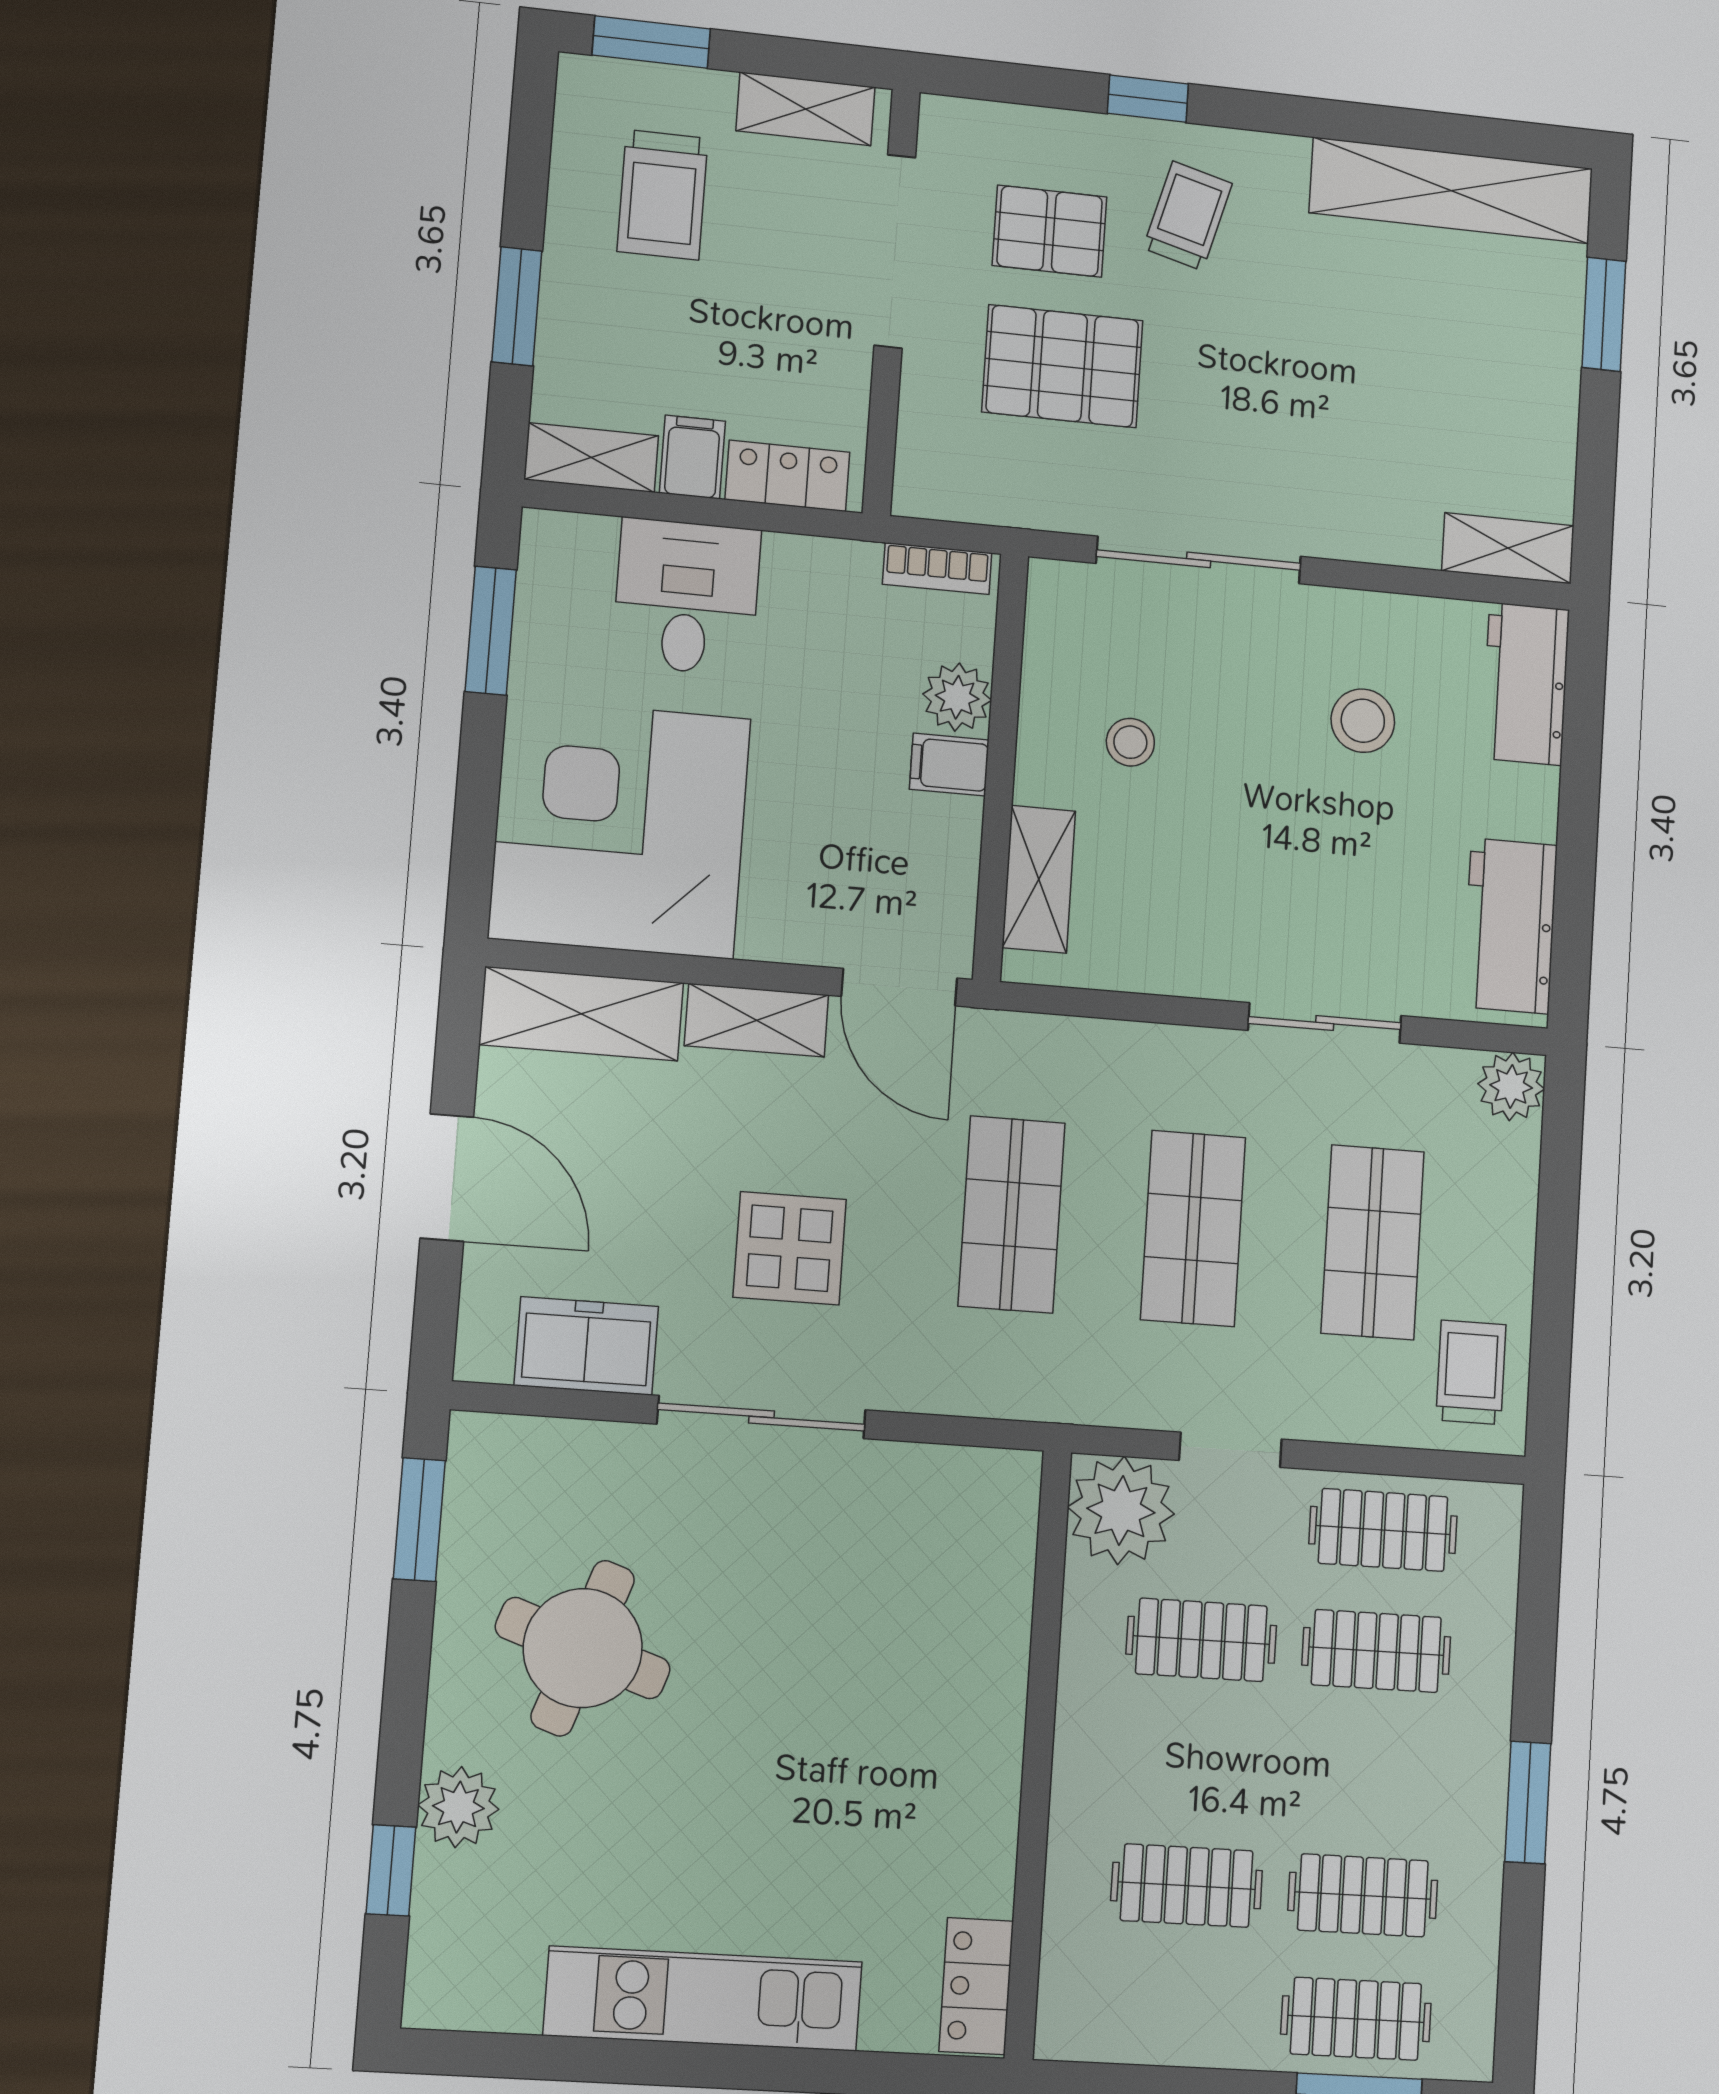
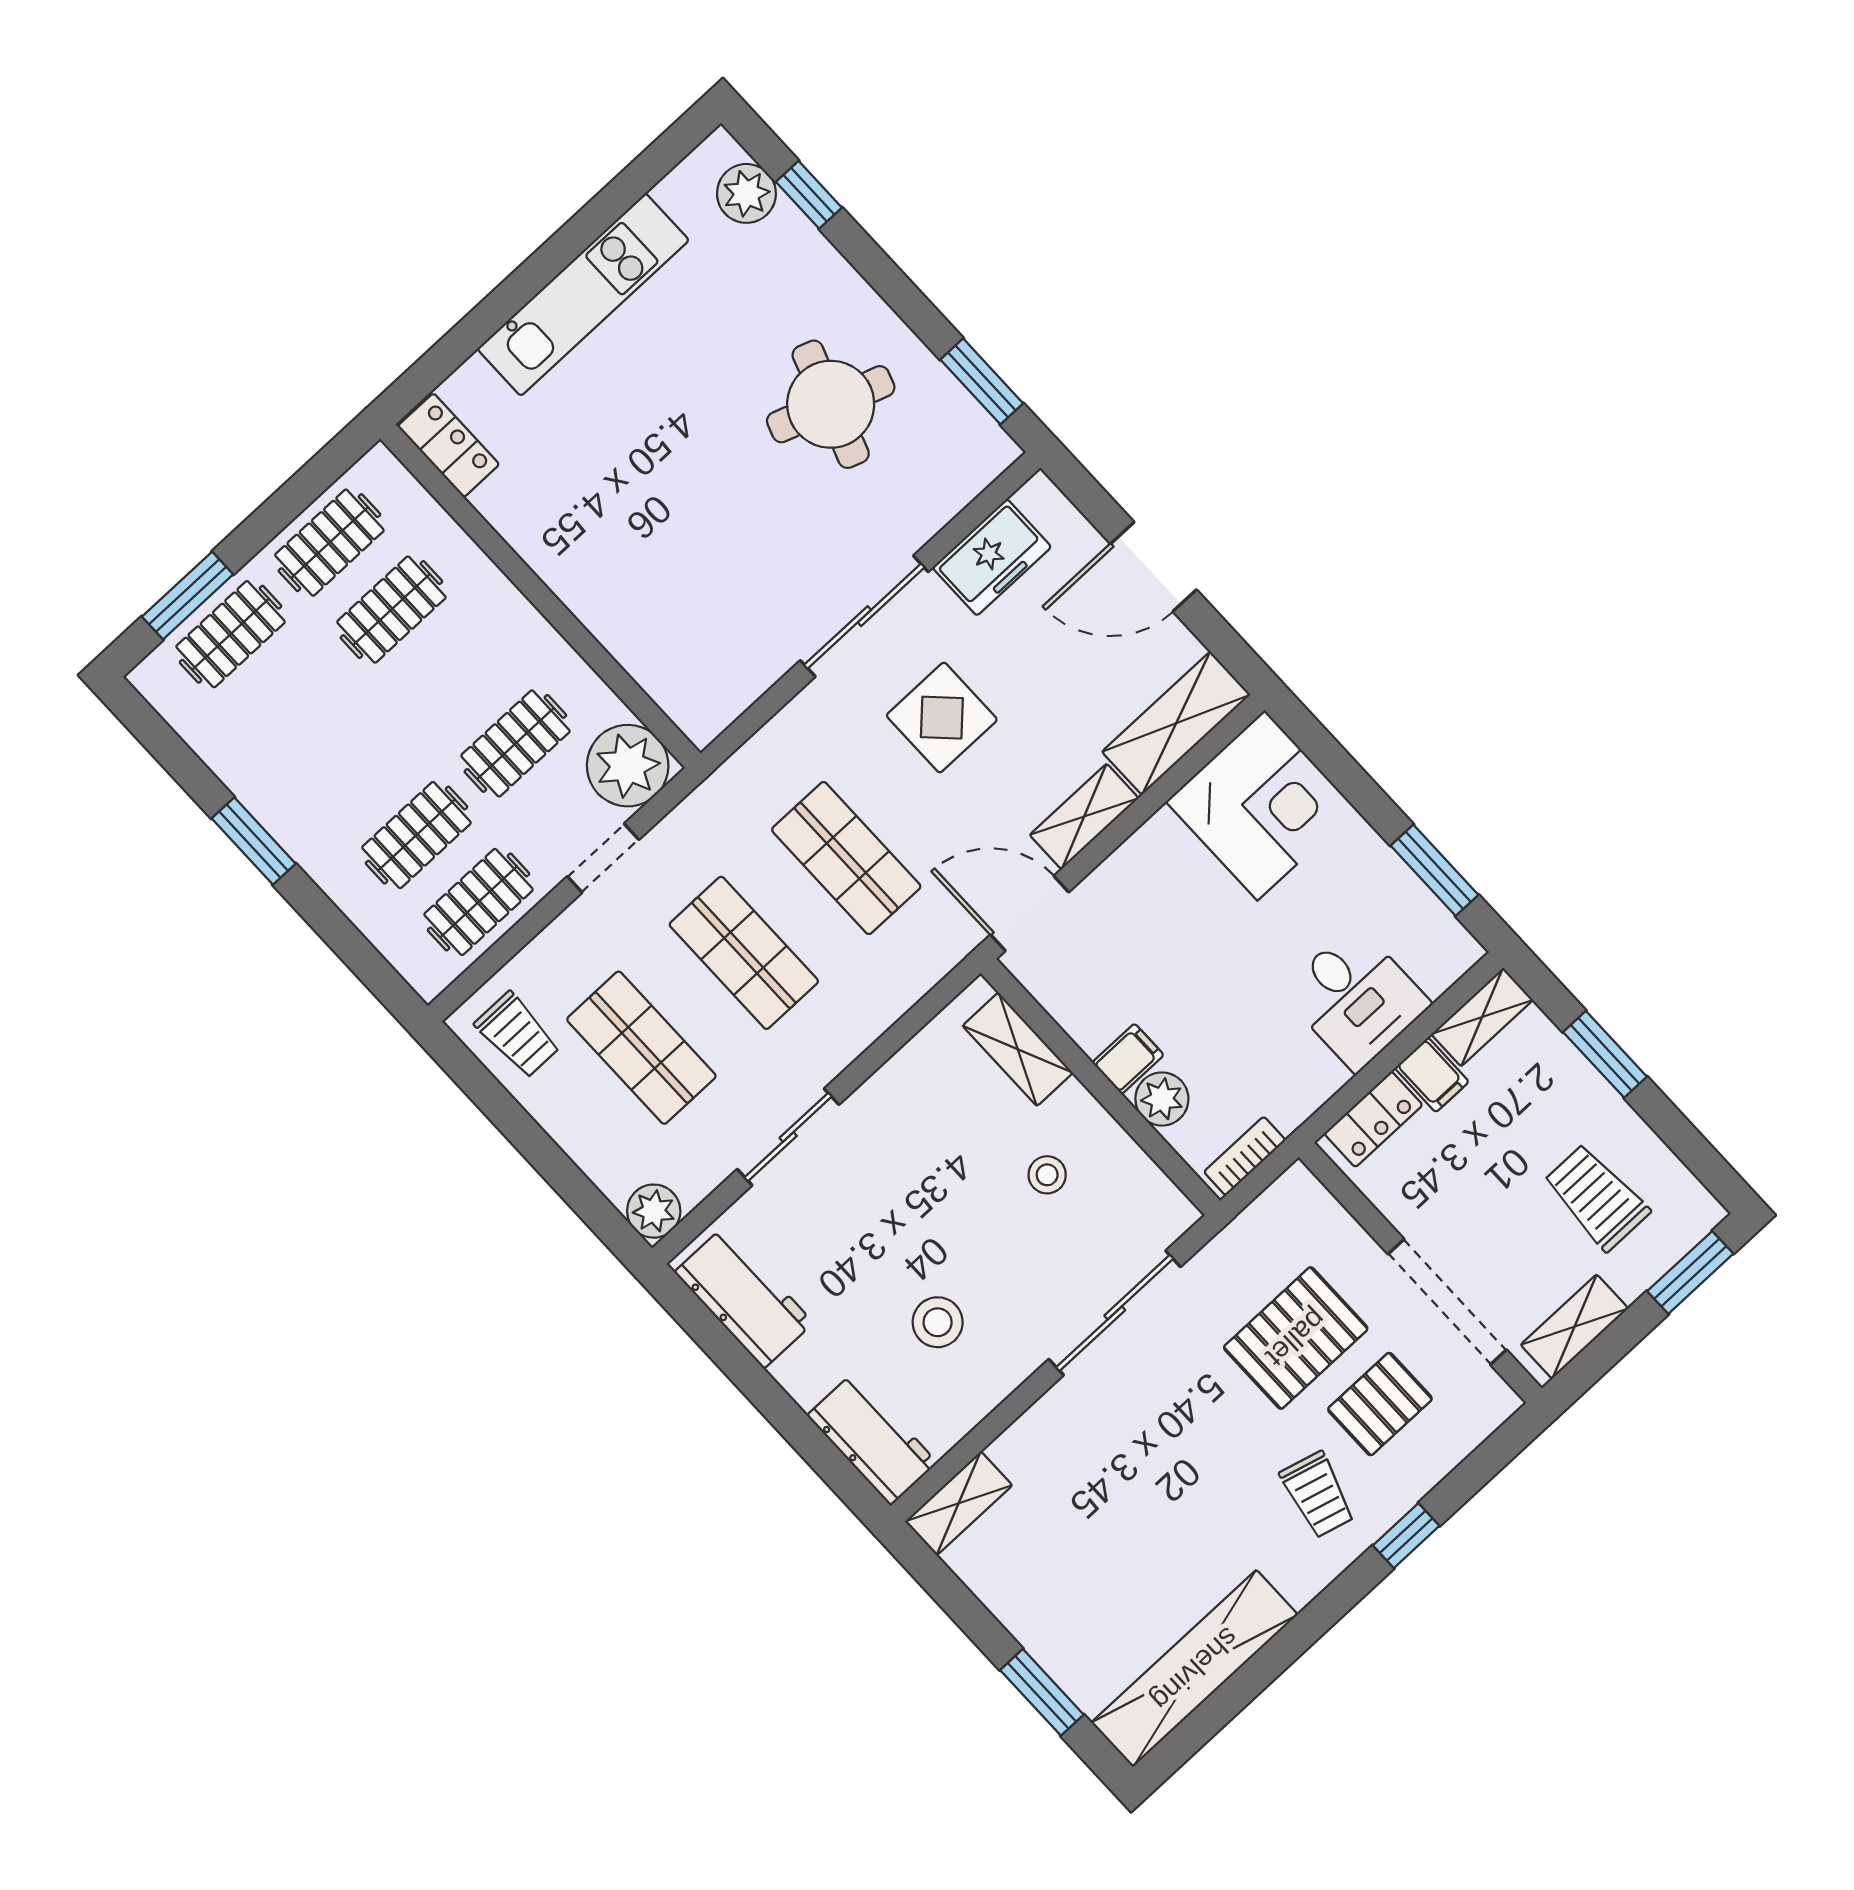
corner desk: (620, 828) -> (1261, 805), width x0.74, depth x0.74
plant: (458, 1807) -> (746, 193), moved
clothes rail: (1363, 1895) -> (329, 543), moved

